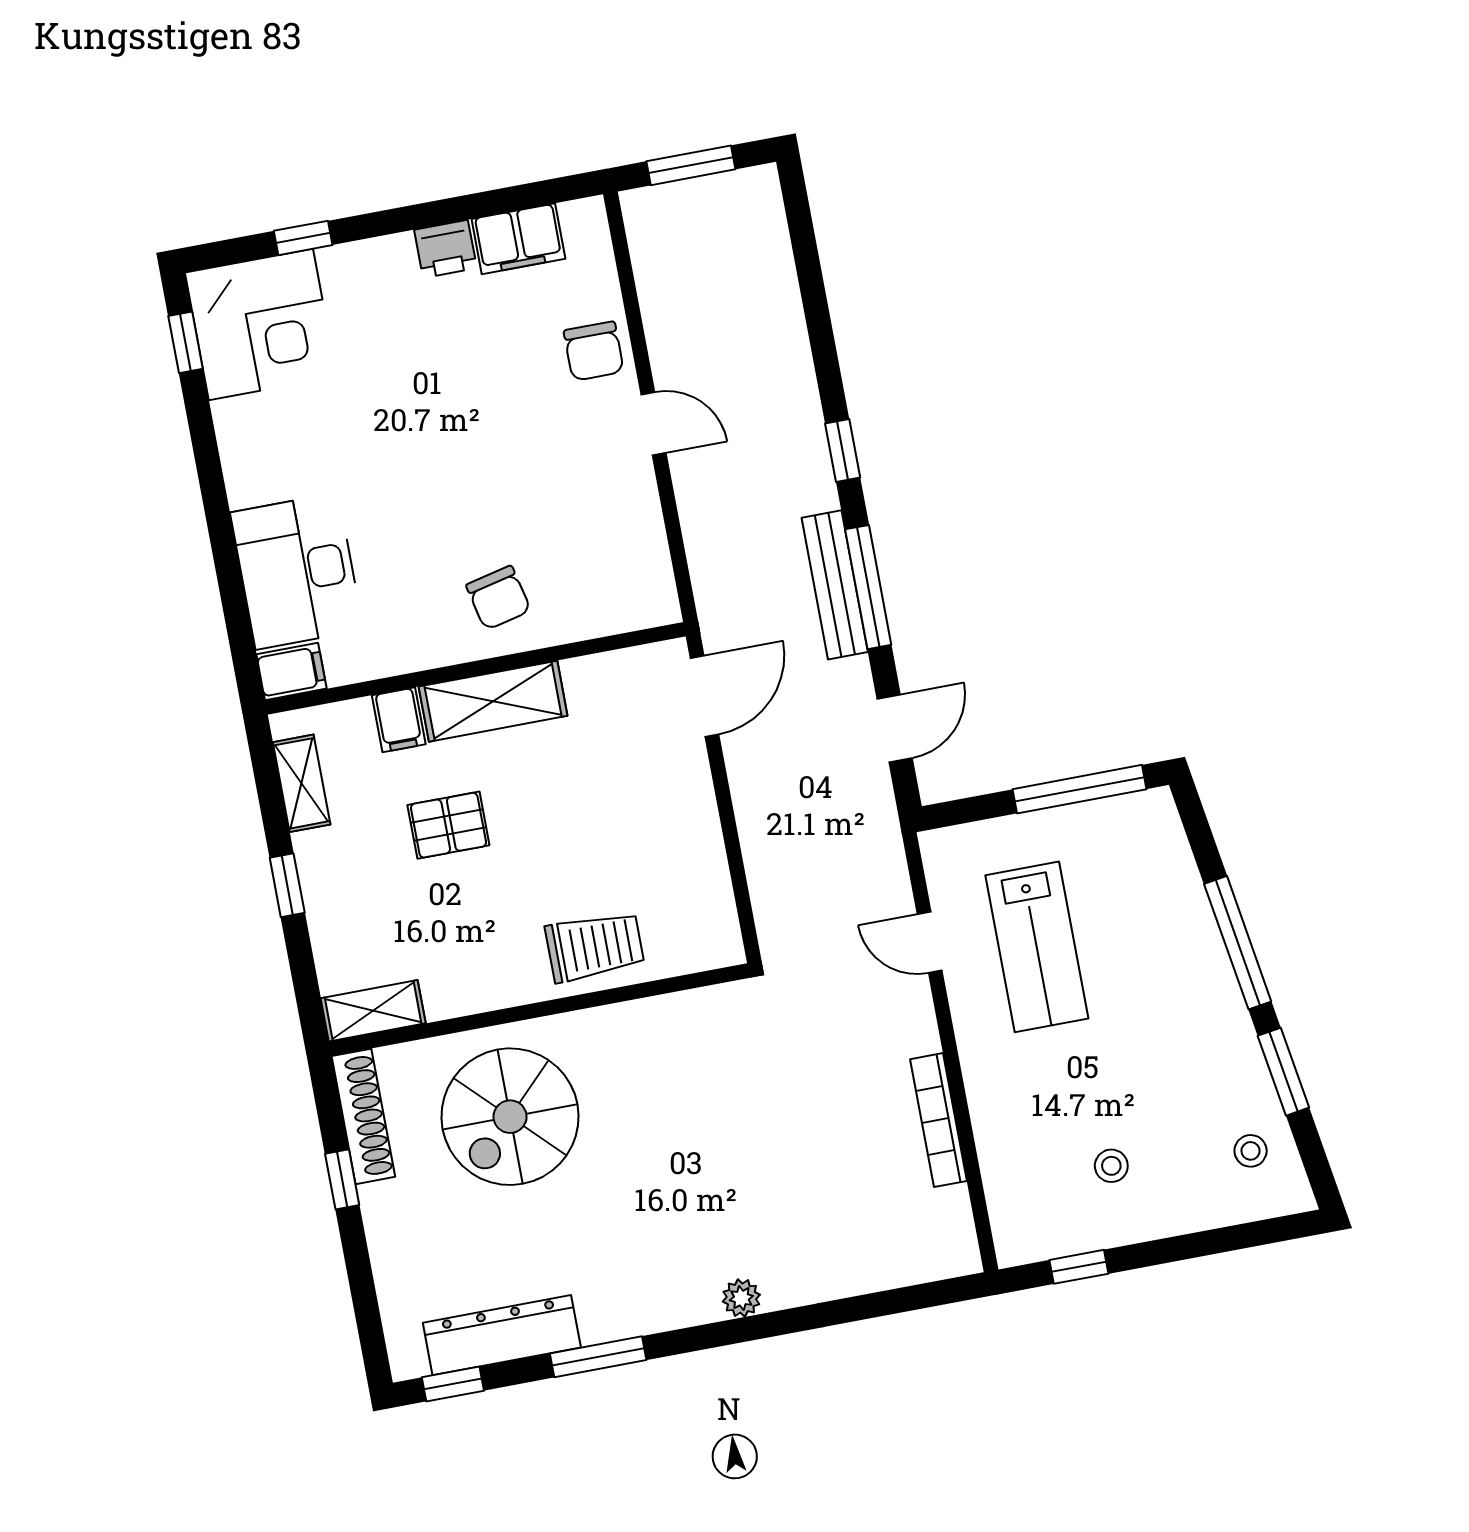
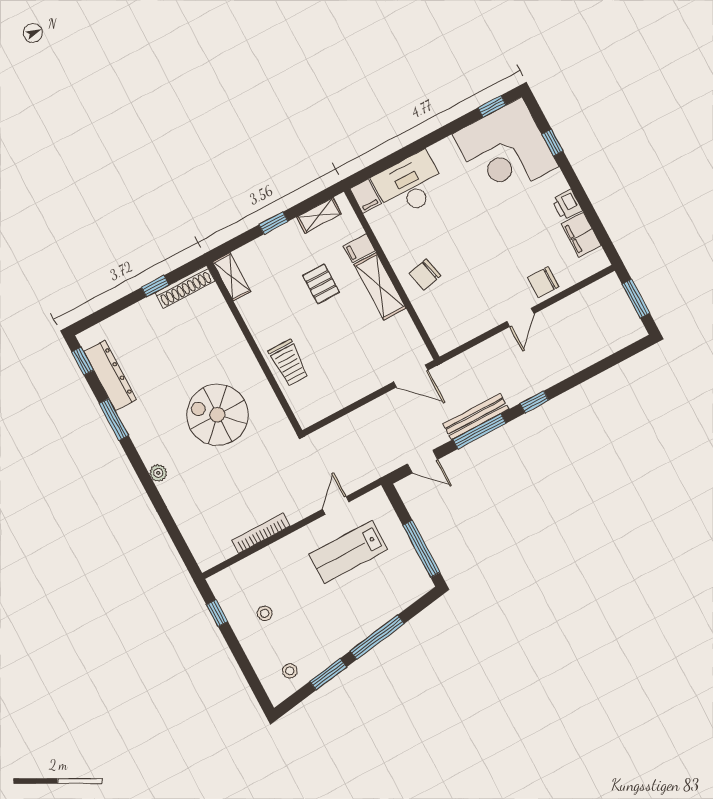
corner desk: (261, 324) -> (506, 150), width x1.36, depth x1.36
spiral stairs: (510, 1117) -> (217, 415), moved

